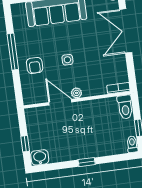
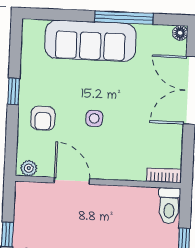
window: (13, 52) -> (14, 91), width x0.46
plant: (76, 93) -> (29, 168), moved

